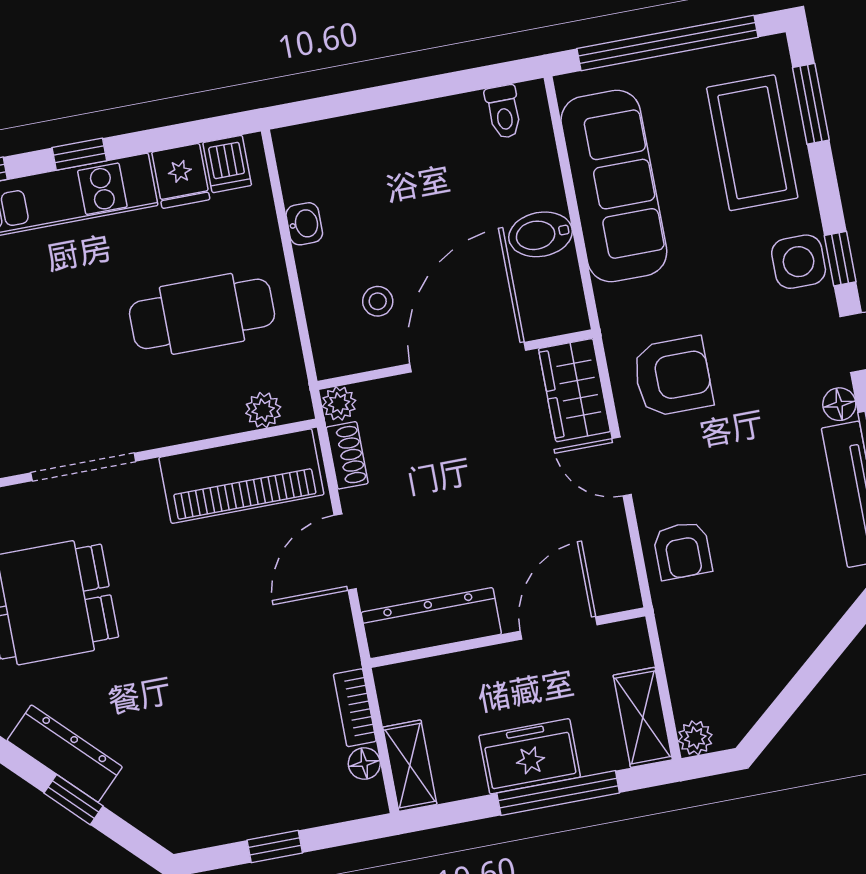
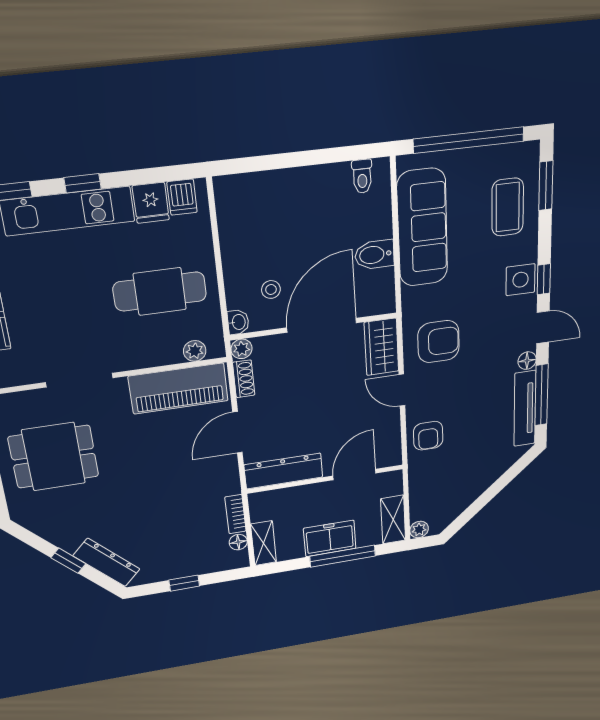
coffee table: (752, 143) -> (508, 207), width x0.73, depth x0.76
washbasin: (304, 224) -> (238, 322), moved
dresser: (65, 754) -> (107, 563), moved

